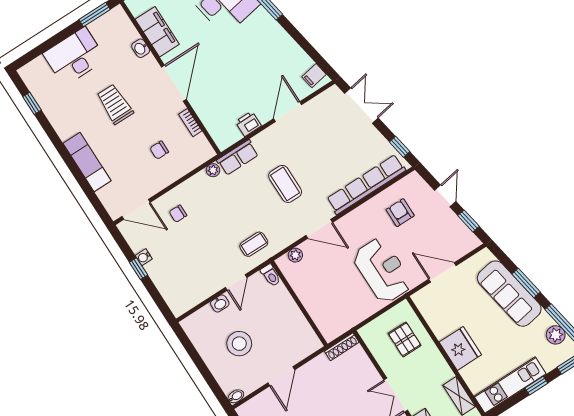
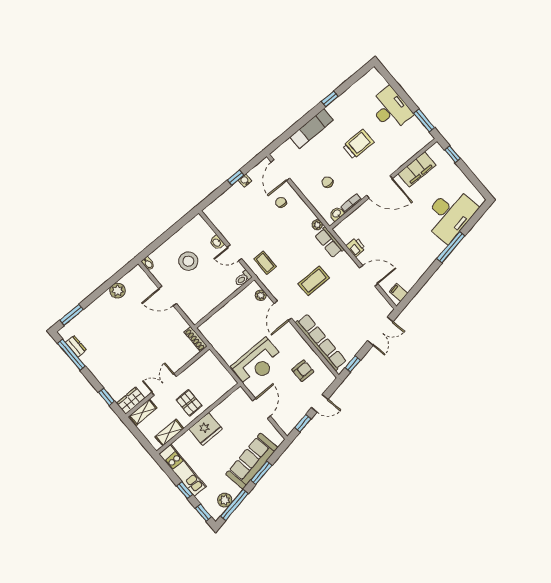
washbasin: (141, 48) -> (337, 214), moved
window: (32, 103) -> (330, 99), moved
pallet: (405, 339) -> (189, 403), moved, turned 90

